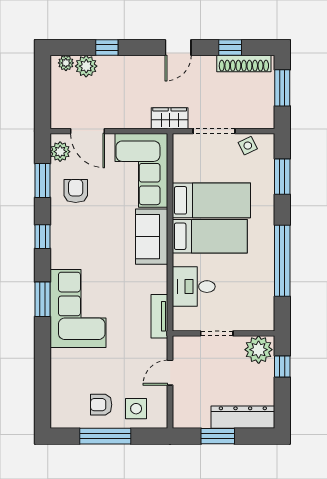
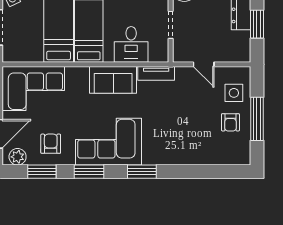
armchair: (76, 191) -> (51, 144), turned 90
window: (43, 237) -> (89, 172), width x1.50
sofa: (152, 237) -> (113, 80), moved
corner sofa: (78, 308) -> (109, 142), moved

